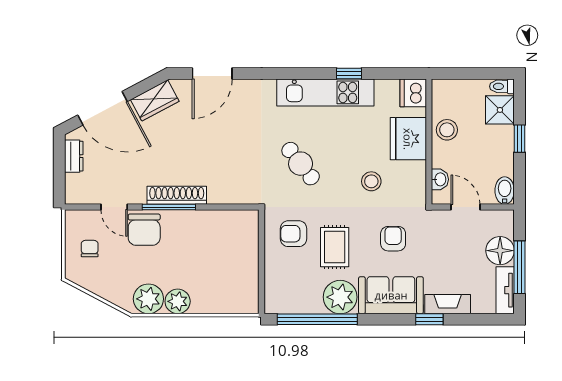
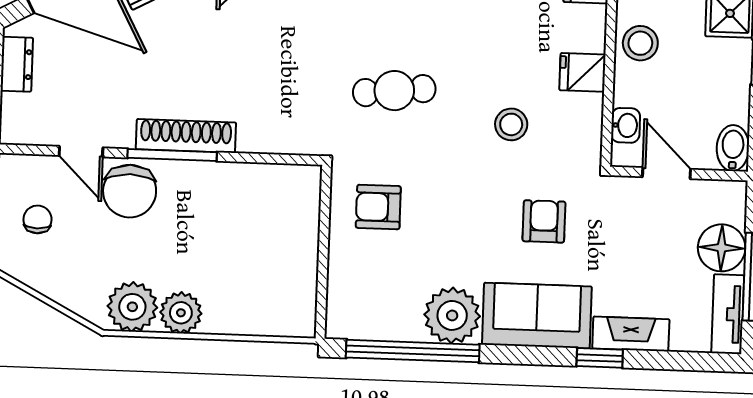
fridge: (408, 139) -> (582, 72), width x0.53, depth x0.75
cafe table: (301, 164) -> (394, 91), turned -58
rug: (335, 247) -> (446, 232), removed

